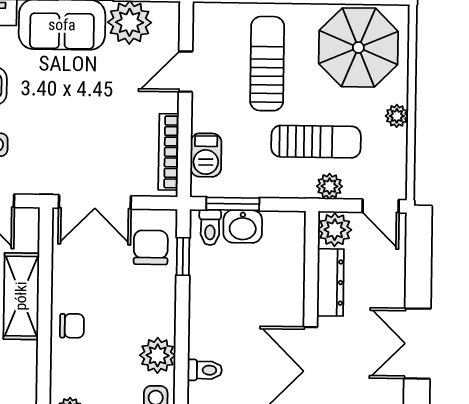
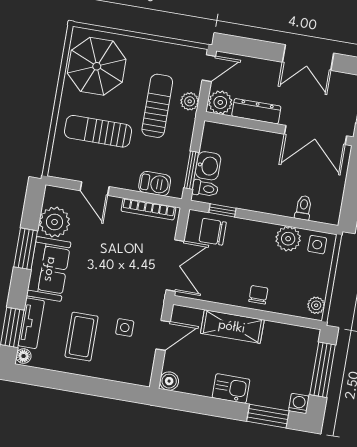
plant: (397, 116) -> (148, 47), removed

